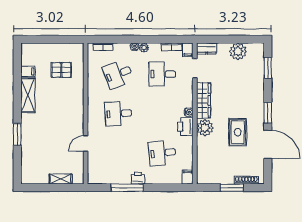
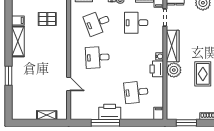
door: (86, 143) -> (69, 84), swing flipped
printer: (138, 178) -> (110, 112), width x1.87, depth x1.48
window: (232, 188) -> (186, 123), moved

